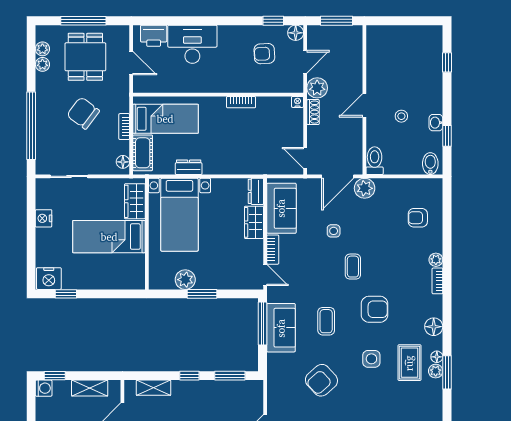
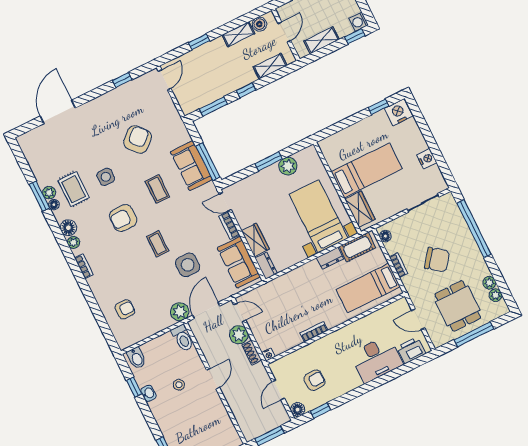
plant: (317, 88) -> (239, 335), moved
cot: (143, 153) -> (357, 247), moved, turned 90
side table: (334, 231) -> (188, 265), width x1.87, depth x1.87
plant: (436, 260) -> (73, 242), moved

